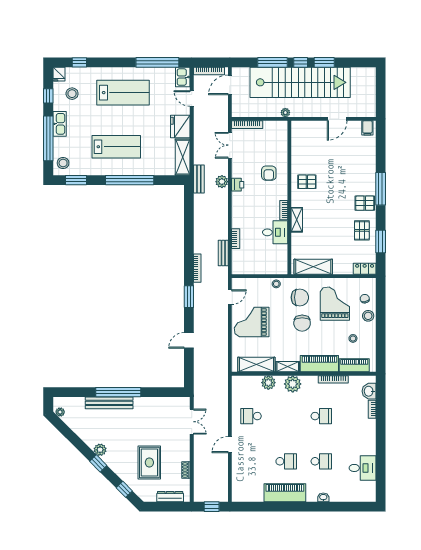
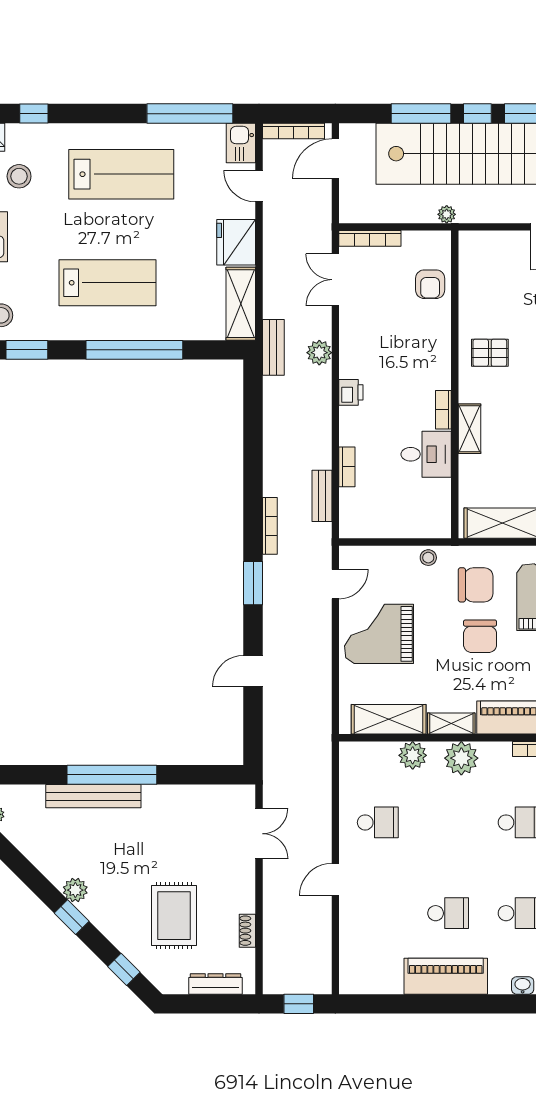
armchair: (269, 173) -> (430, 284), moved
printer: (238, 185) -> (351, 392), moved
school desk: (251, 416) -> (378, 822), turned 180

